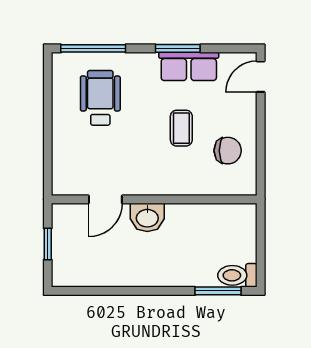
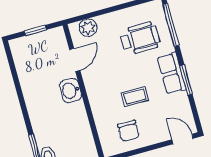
row of seats: (189, 66) -> (172, 73), moved
plant: (65, 168) -> (88, 28), added
door: (105, 199) -> (75, 60), swing flipped

